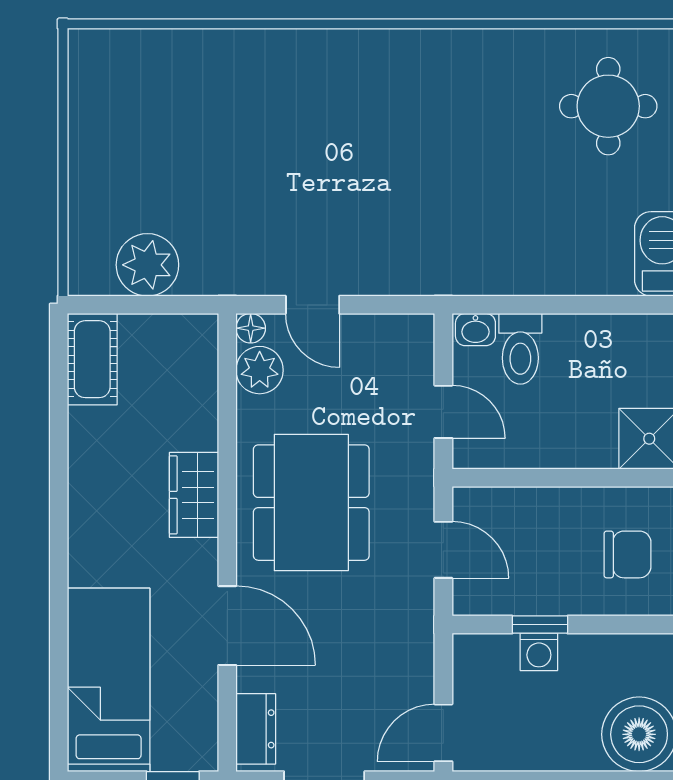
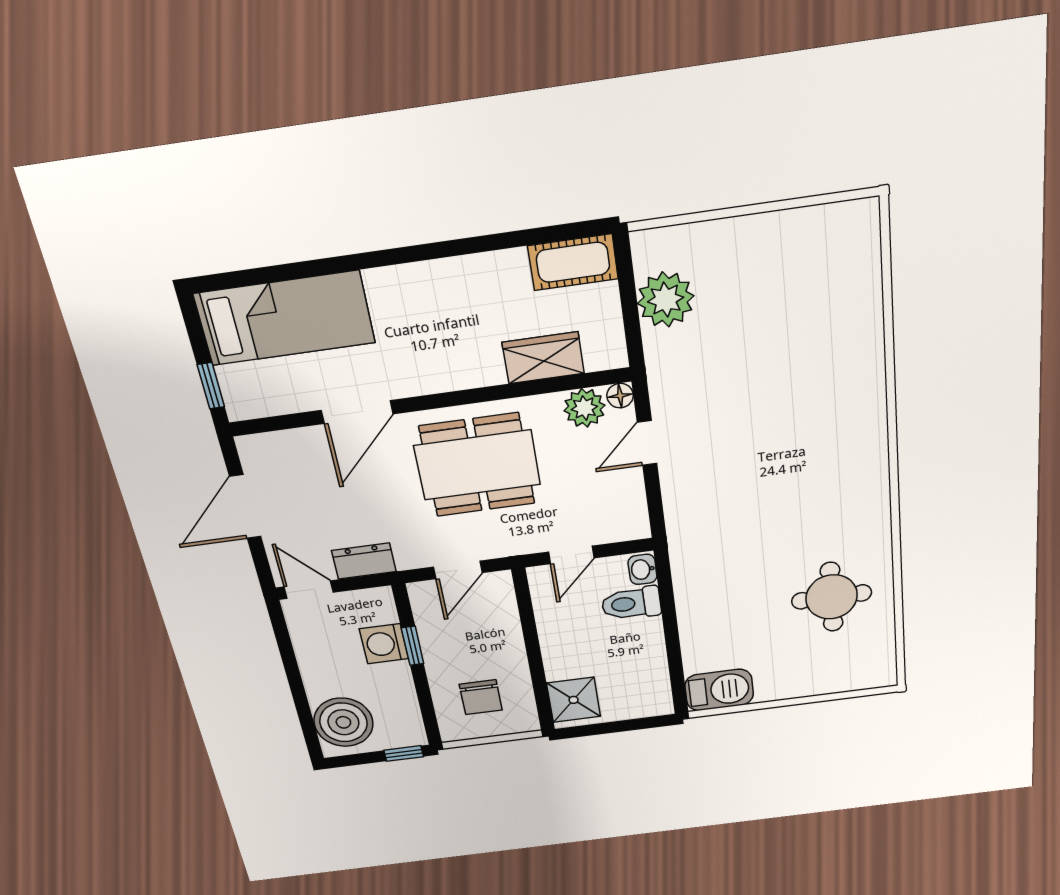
round table: (608, 106) -> (832, 597), moved
wardrobe: (194, 495) -> (543, 358), moved
washing machine: (539, 652) -> (384, 644), width x1.38, depth x1.38
dresser: (256, 729) -> (364, 561), moved, turned 180

